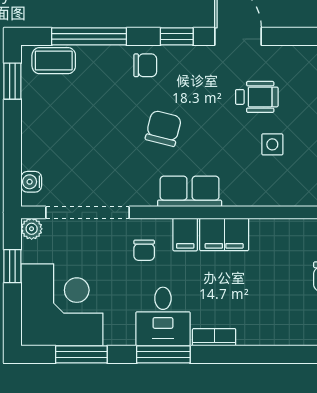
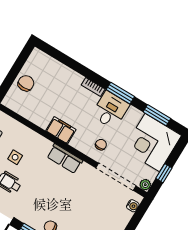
chair: (163, 128) -> (59, 194), removed
filing cabinet: (185, 234) -> (78, 141), removed

